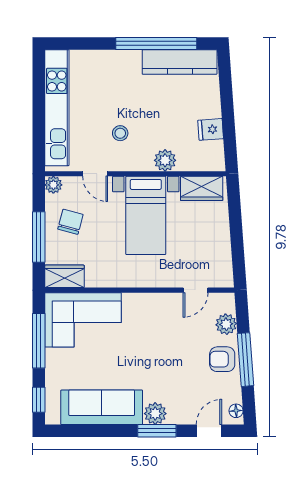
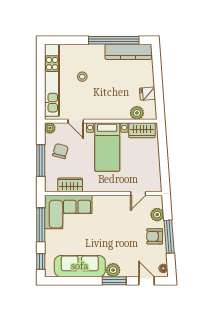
stool: (120, 133) -> (82, 77), moved
plant: (165, 160) -> (137, 113), moved
wardrobe: (64, 276) -> (70, 185), moved
door: (209, 431) -> (146, 281), hinge flipped

